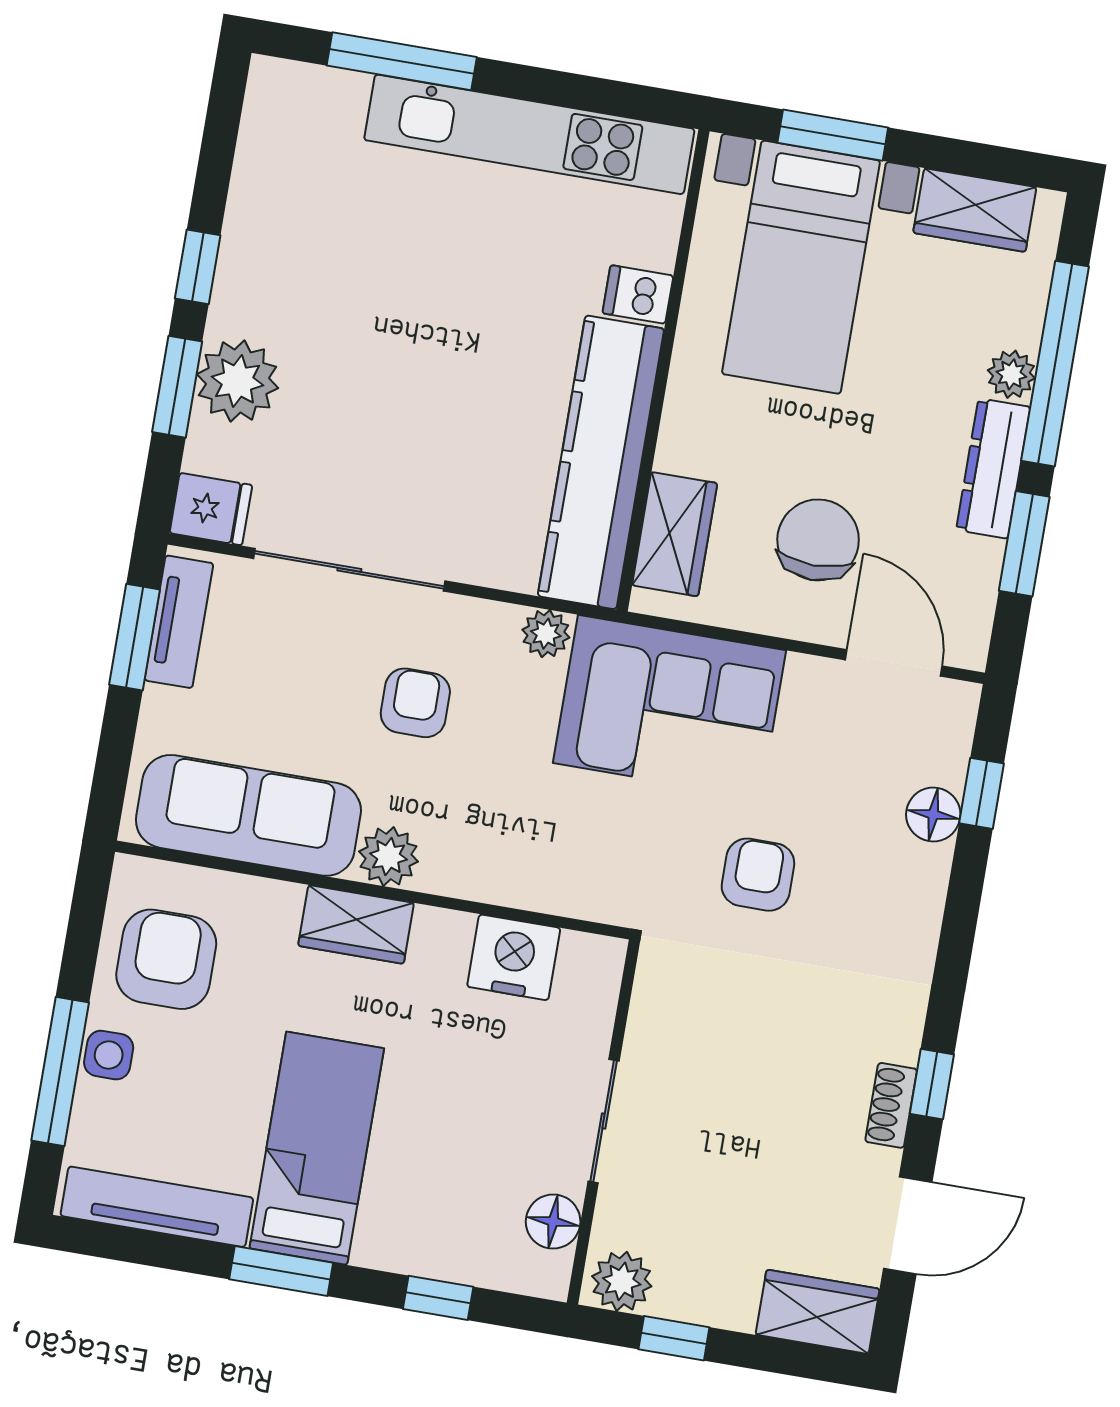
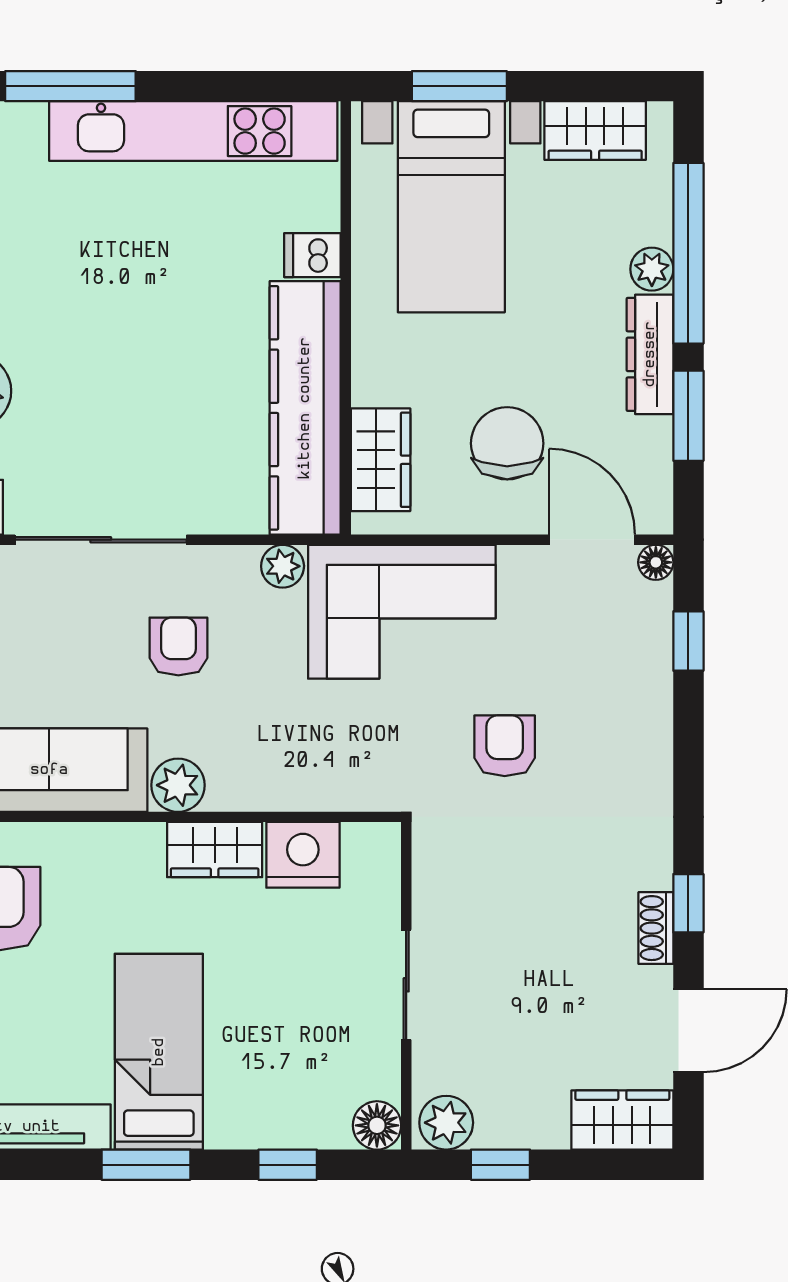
floor lamp: (933, 814) -> (656, 562), moved, width x0.73, depth x0.73
wardrobe: (356, 924) -> (215, 850), moved
floor lamp: (553, 1222) -> (377, 1125), moved

